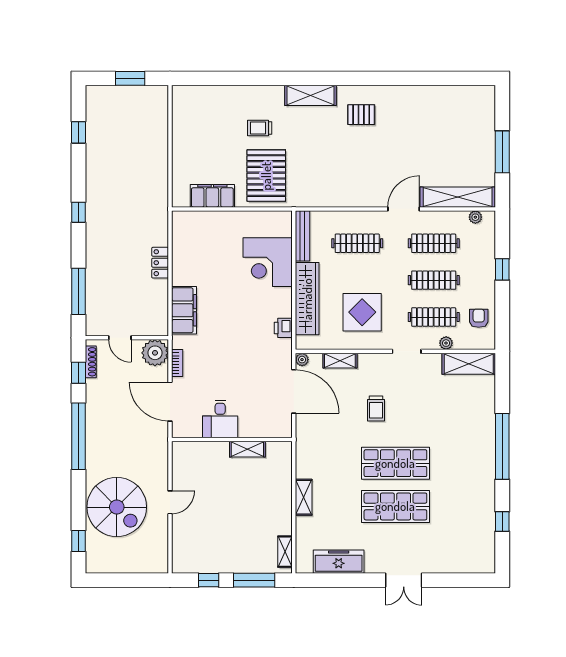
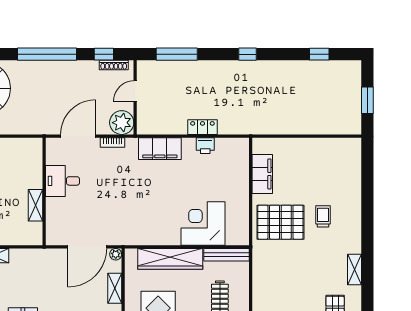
shelving: (310, 95) -> (354, 269), width x0.67, depth x0.75
printer: (283, 328) -> (205, 146), moved, turned 180

